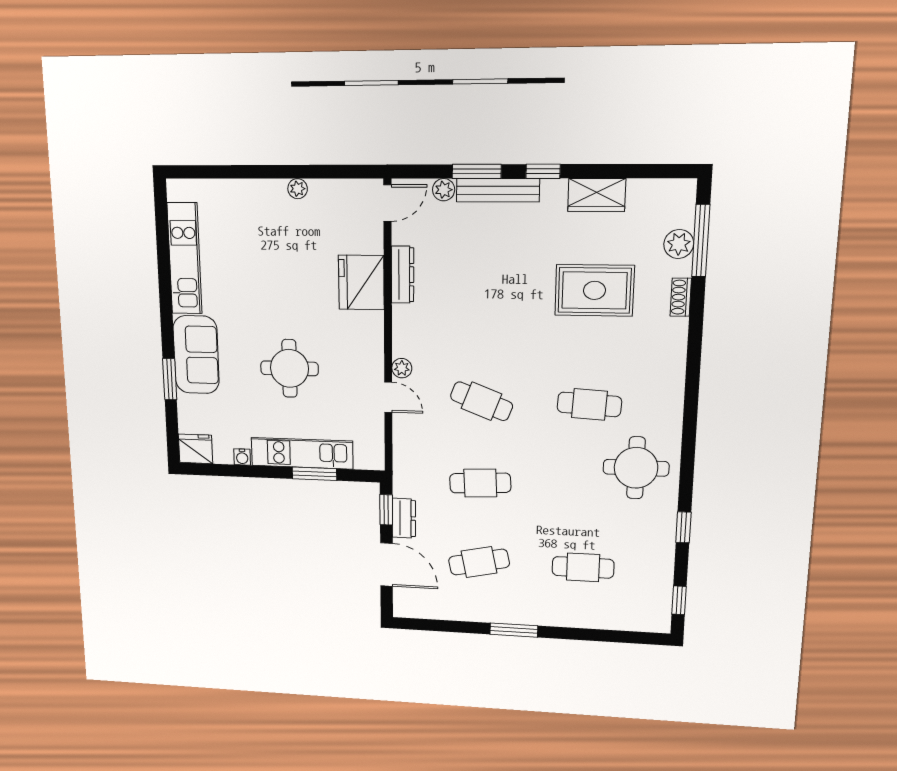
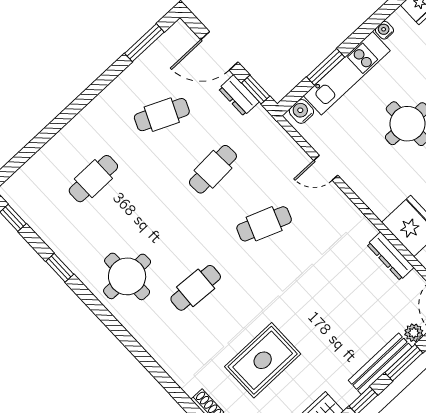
plant: (402, 368) -> (335, 196), removed
water cooler: (366, 459) -> (301, 111), added
cafe table: (479, 562) -> (162, 115), turned 36
window: (514, 630) -> (144, 43), moved

